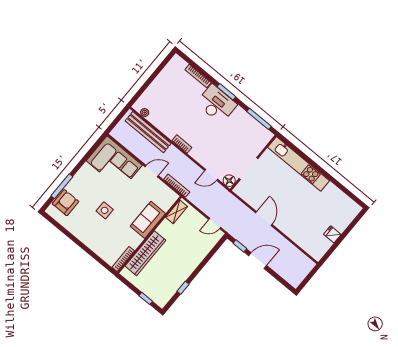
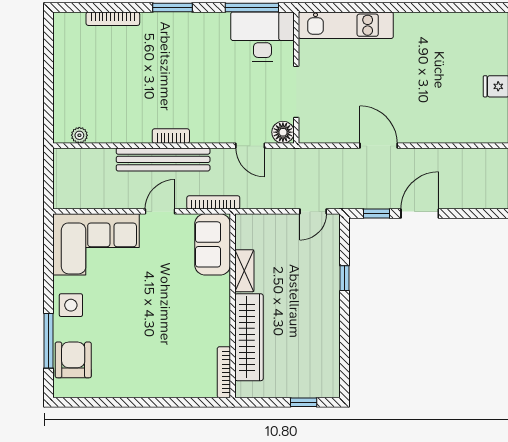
desk: (217, 104) -> (262, 37), moved
bench: (148, 132) -> (163, 159), moved
kitchen unit: (299, 164) -> (346, 25), width x0.73
door: (211, 175) -> (250, 146), hinge flipped
side table: (105, 210) -> (71, 305), moved
shelving: (176, 212) -> (244, 271), moved
sofa: (148, 220) -> (213, 244), moved
window: (183, 288) -> (344, 278), moved

